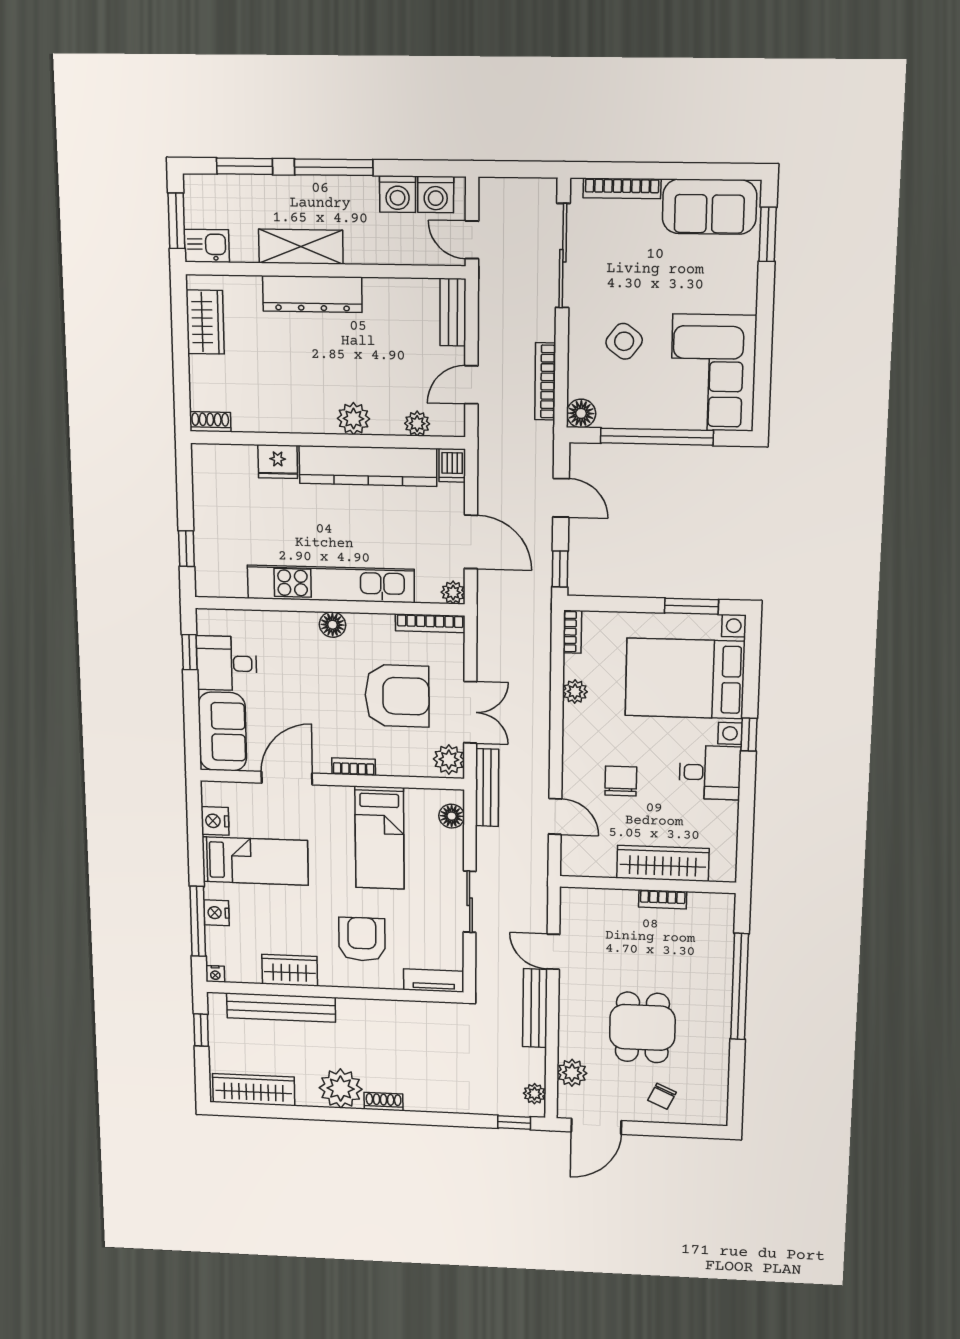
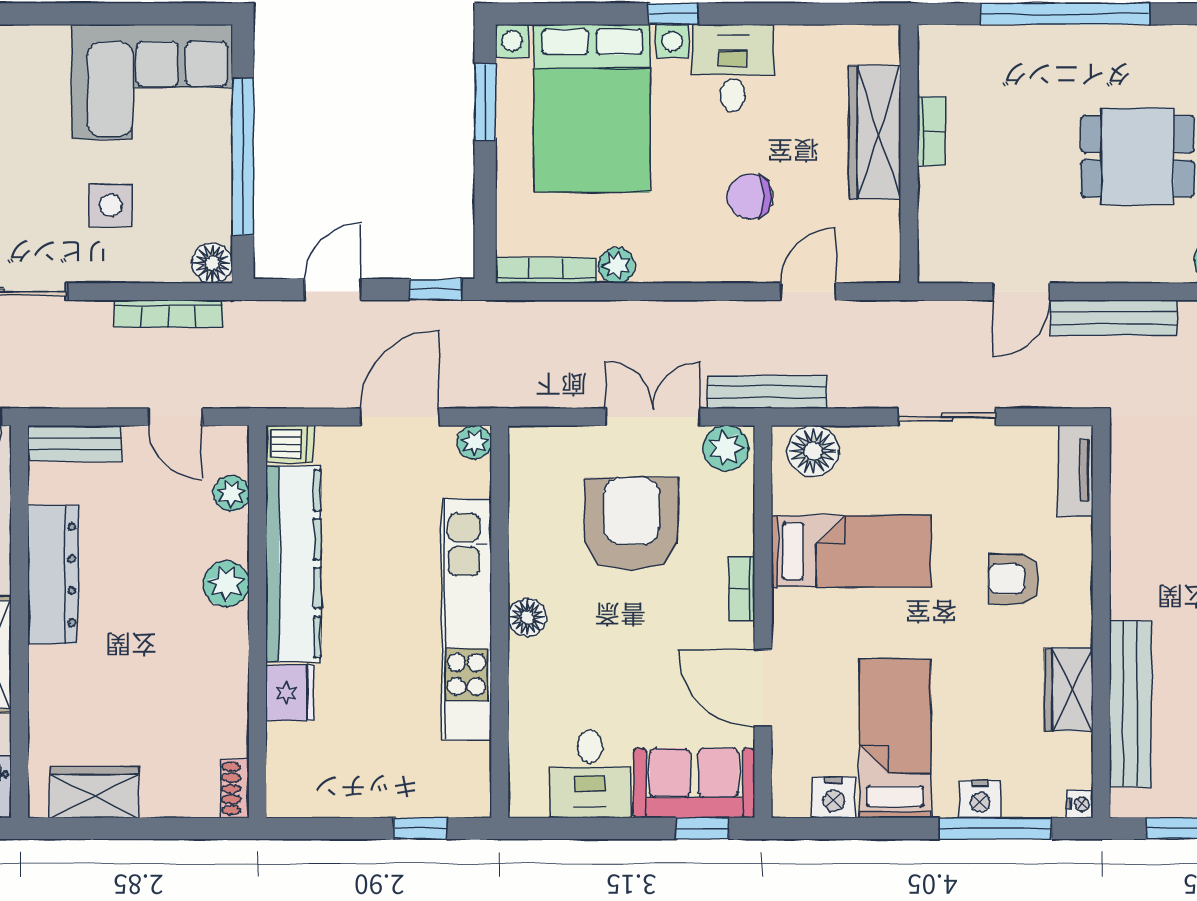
dresser: (312, 294) -> (53, 575), moved
side table: (624, 341) -> (111, 205), turned -37
bookcase: (430, 623) -> (521, 475), removed
bookcase: (572, 632) -> (546, 271), width x1.56
window: (190, 652) -> (702, 828), moved
floor lamp: (452, 816) -> (813, 451), width x1.38, depth x1.38
armchair: (362, 939) -> (1014, 579), width x0.72, depth x0.72

